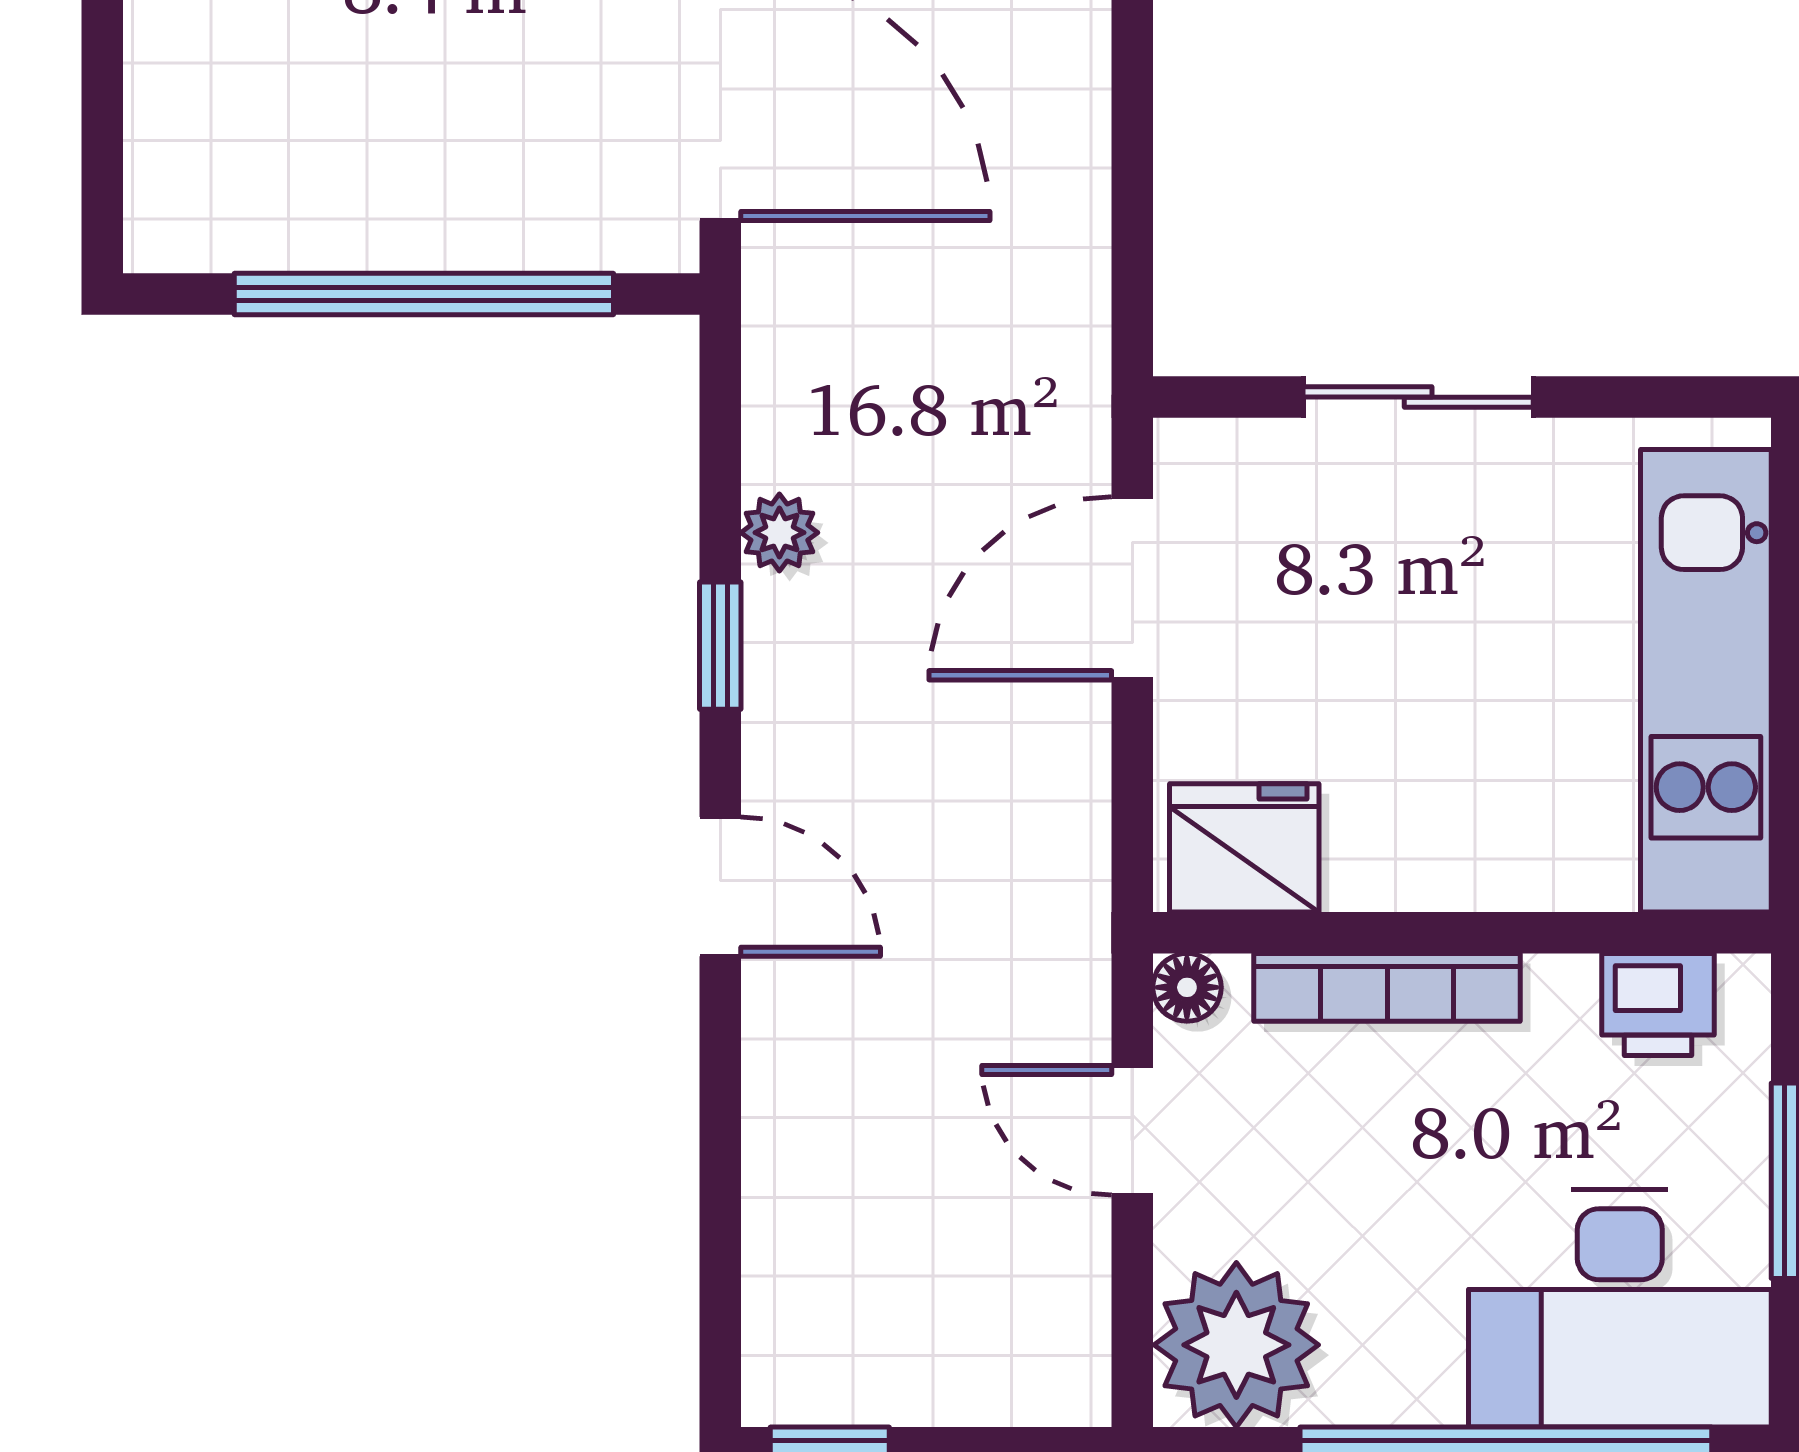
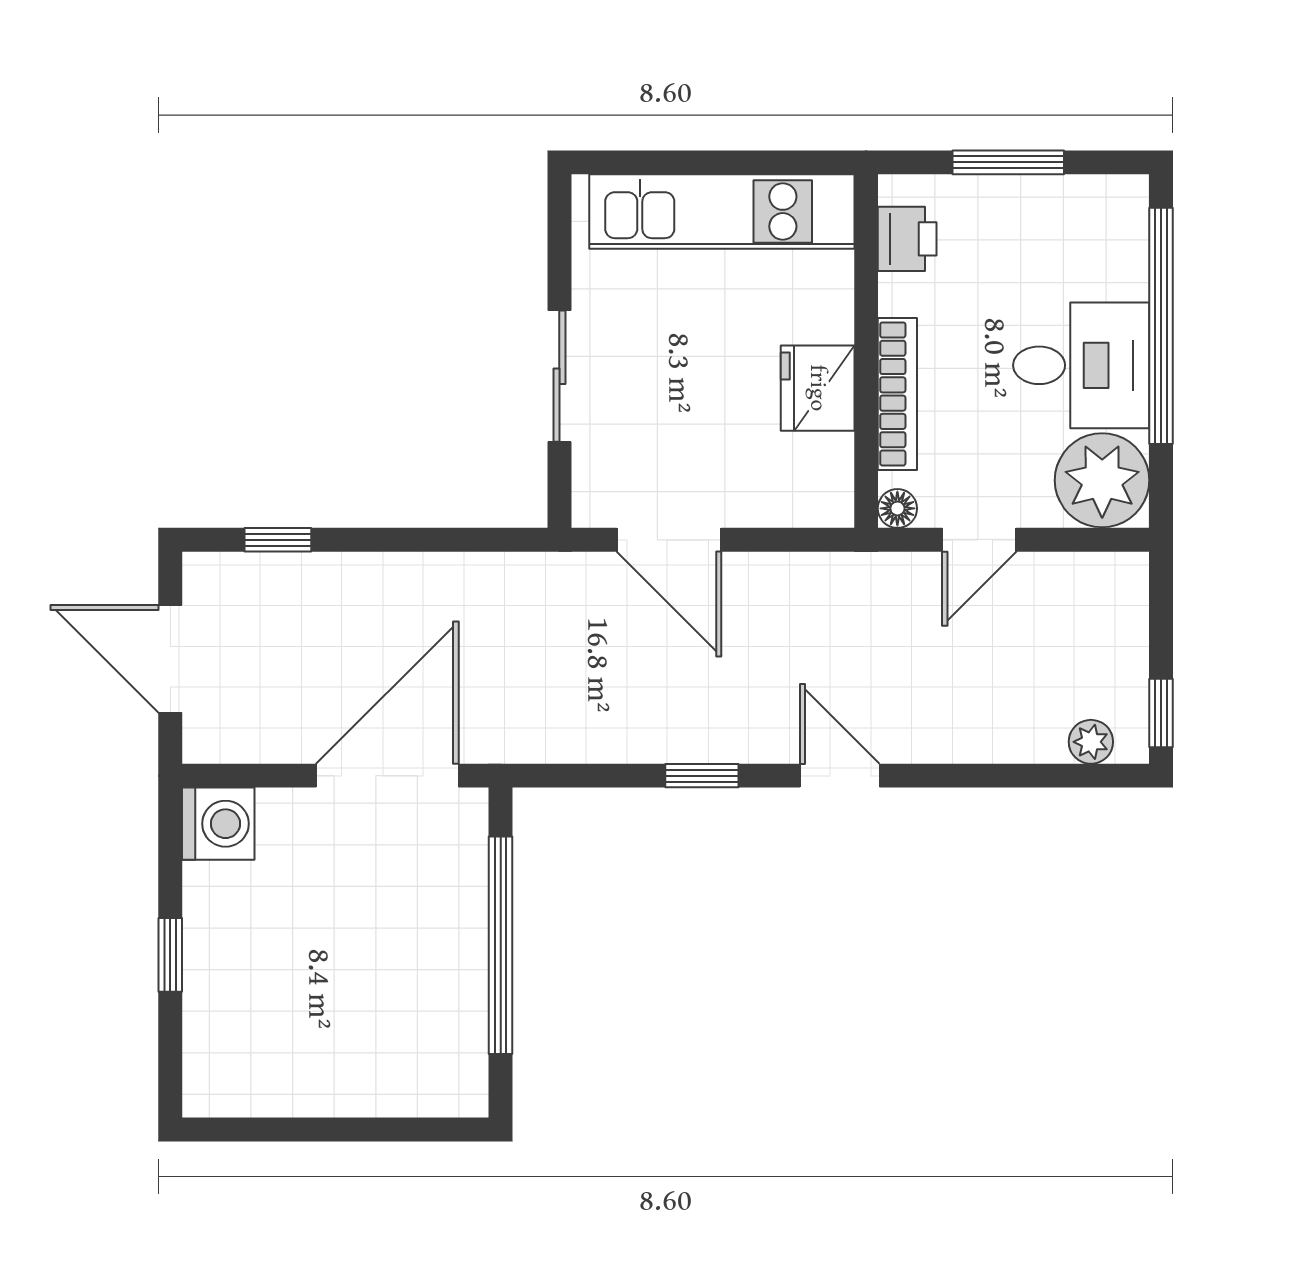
plant: (779, 533) -> (1091, 742), moved
fridge: (1244, 848) -> (818, 388), moved
door: (720, 887) -> (840, 776), hinge flipped
desk: (1620, 1308) -> (1081, 365), moved, width x0.73

